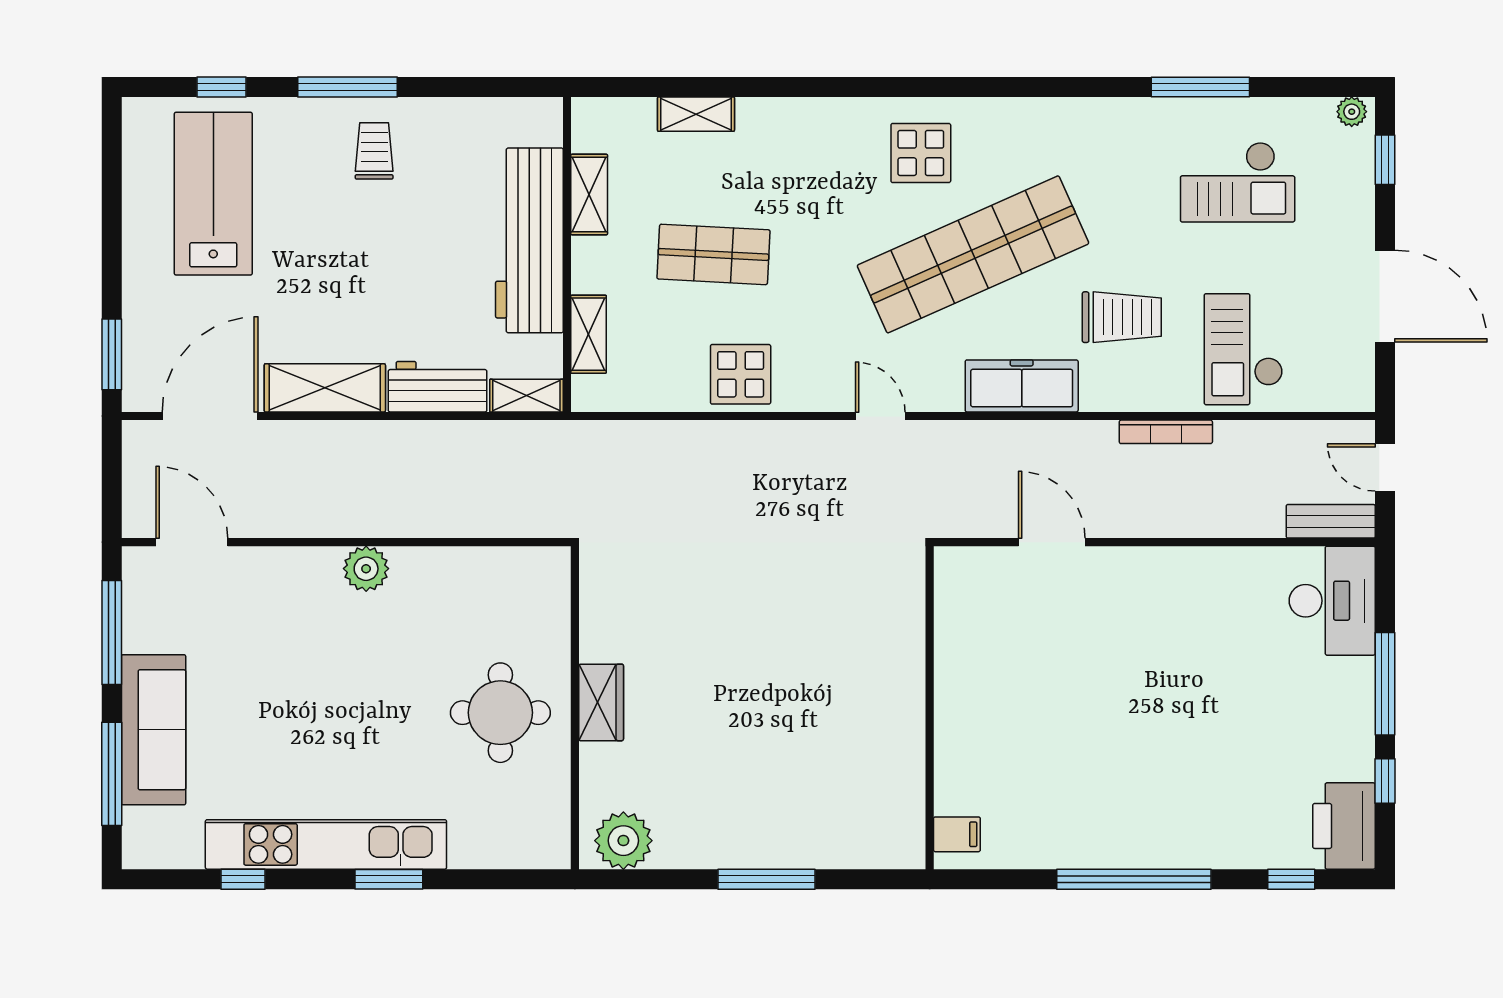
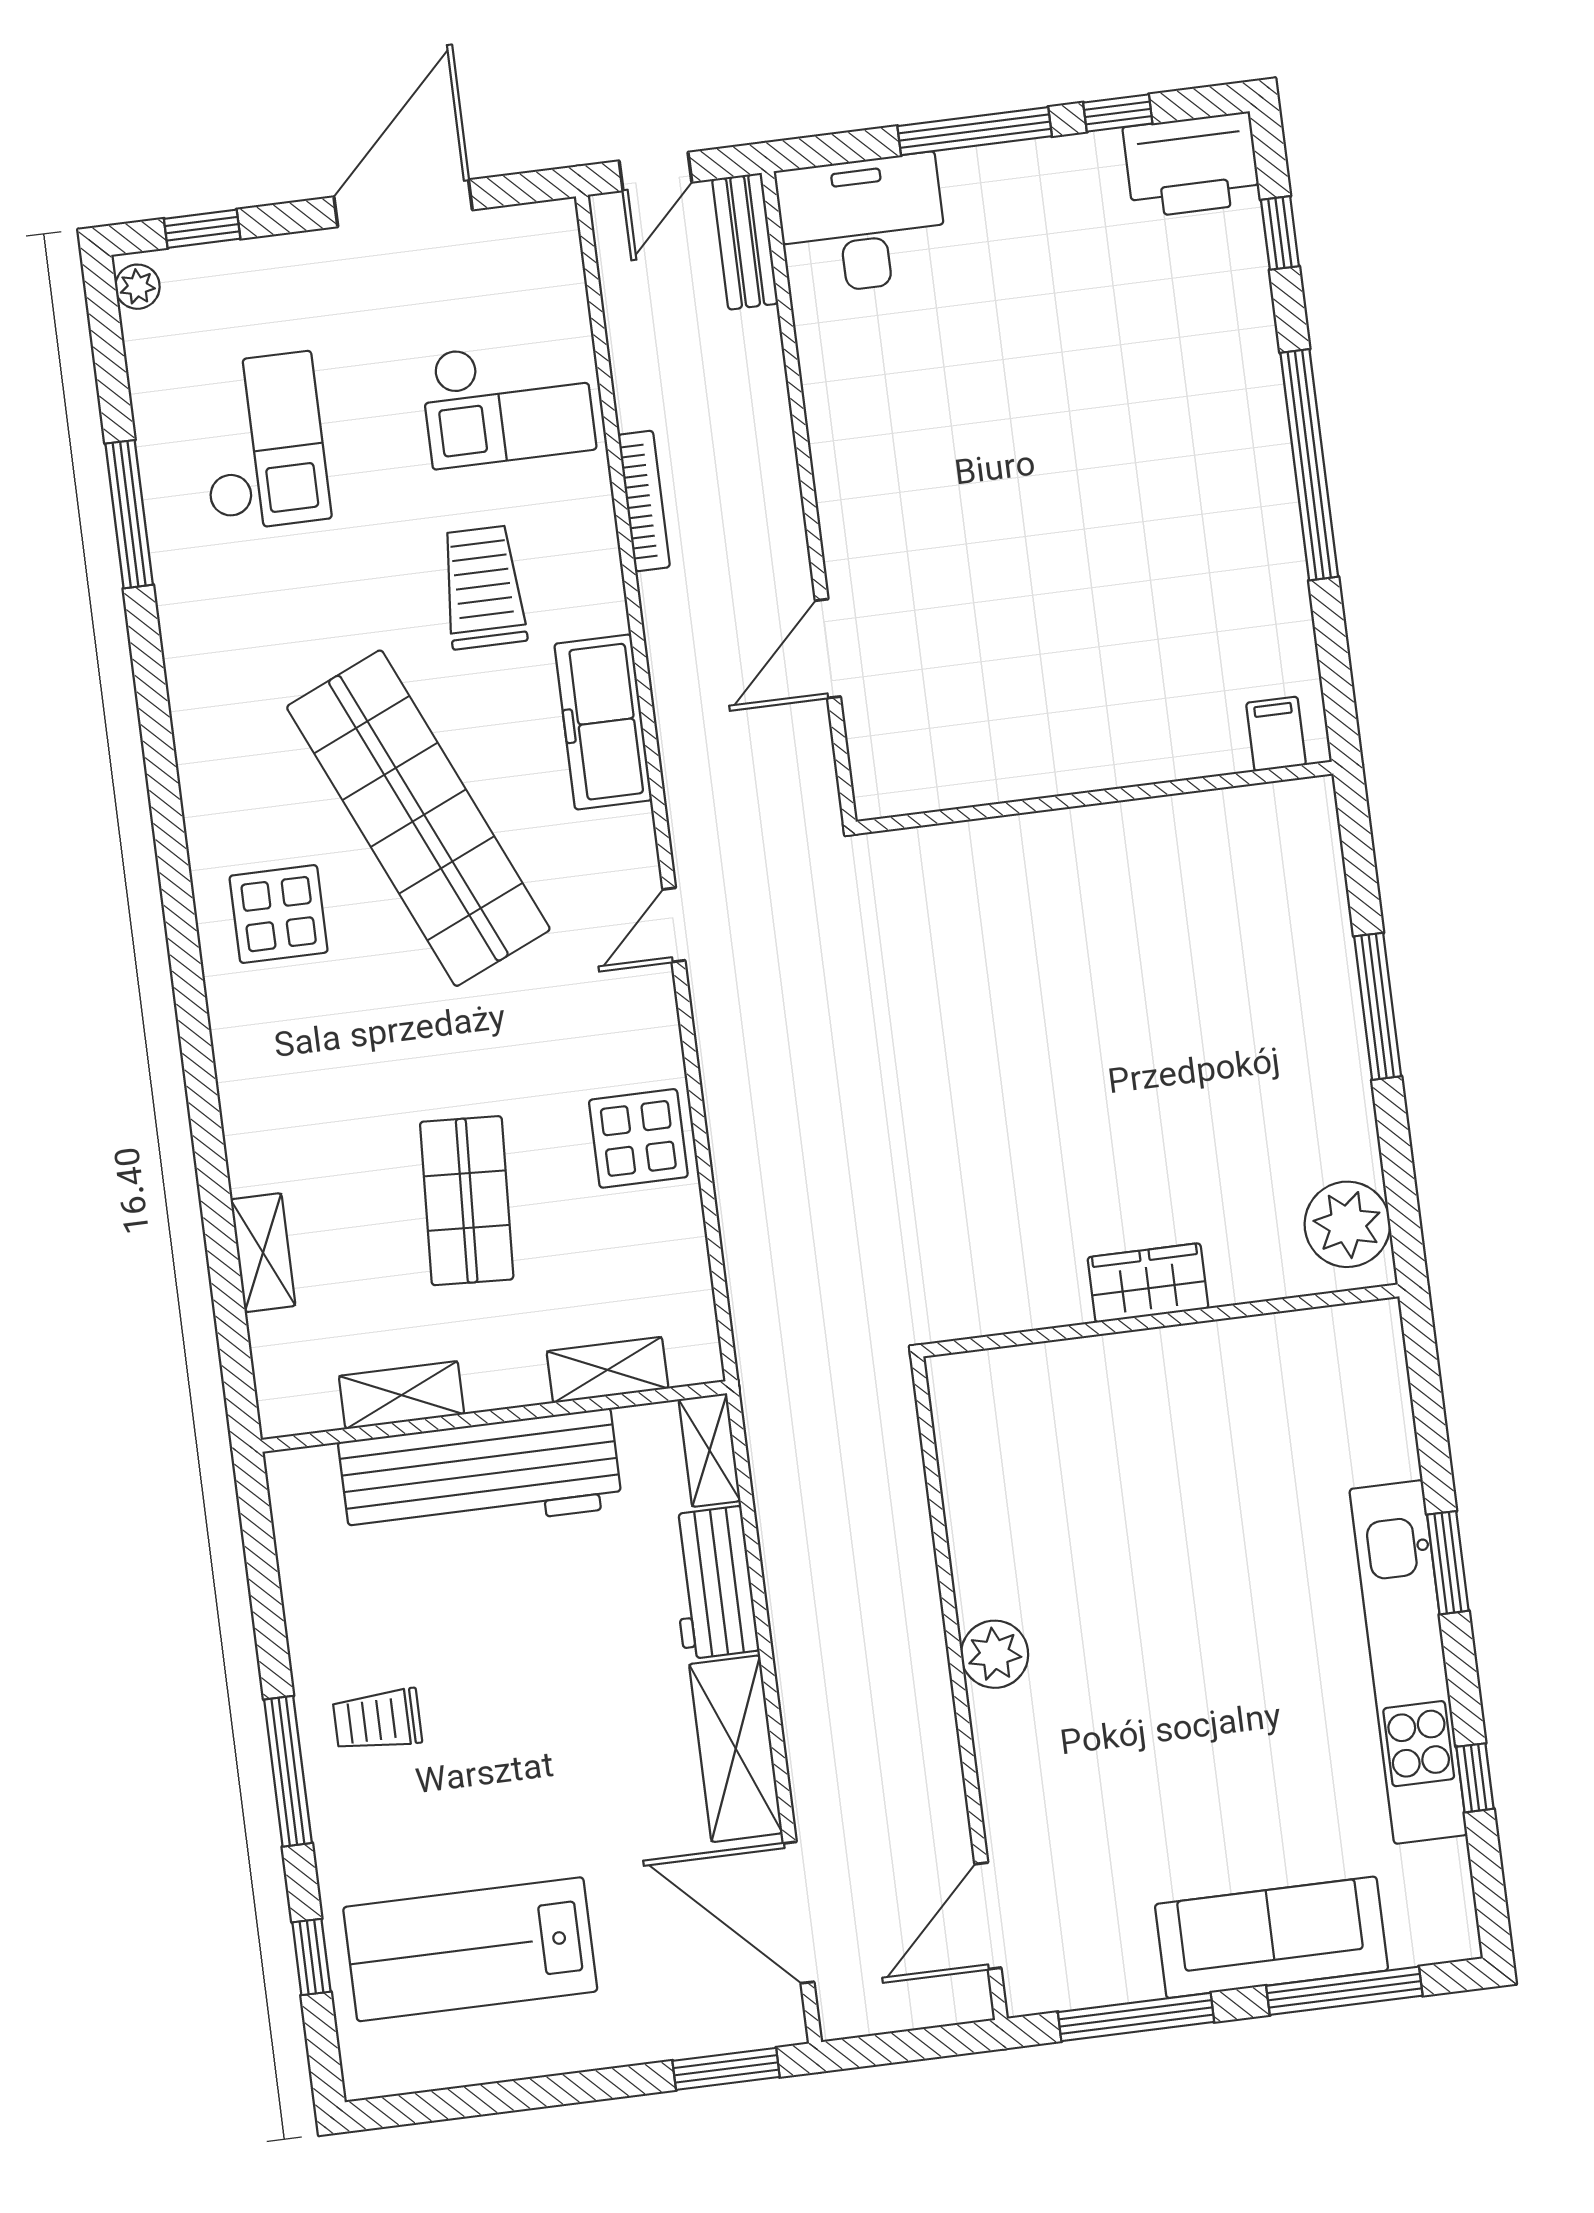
round table: (500, 713) -> (1182, 1429), removed

